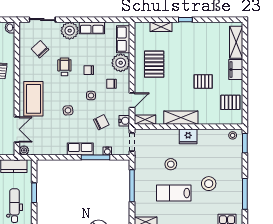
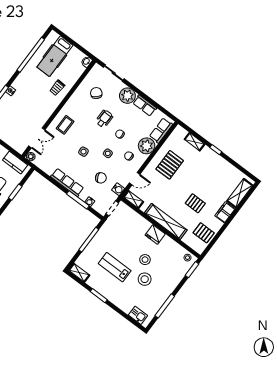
coffee table: (33, 99) -> (65, 125), width x0.54, depth x0.58
shelving: (181, 118) -> (166, 221), width x1.47
row of seats: (80, 149) -> (67, 182), width x1.48
stool: (171, 164) -> (145, 260), moved

